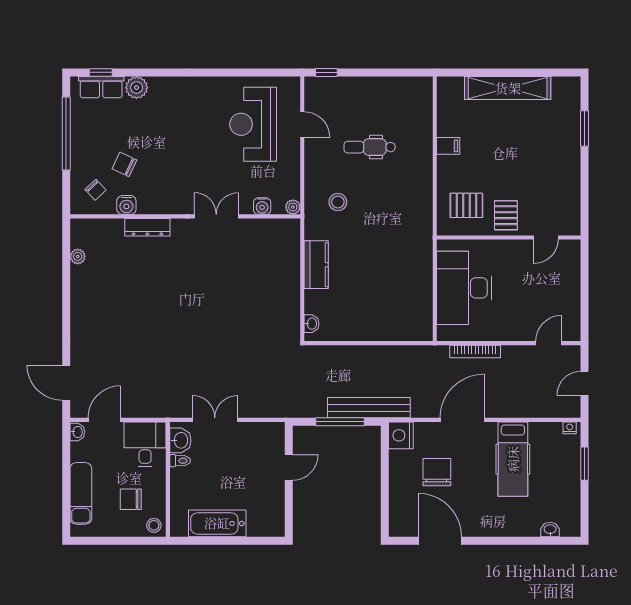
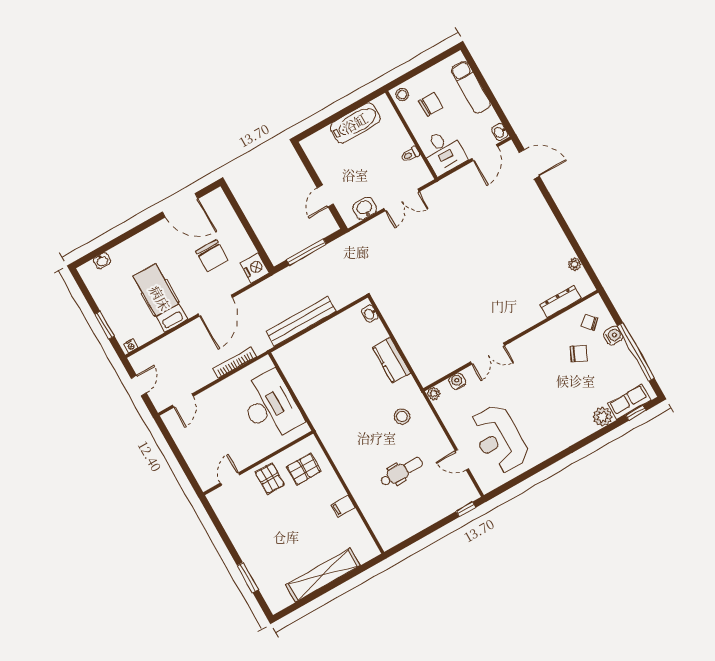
reception desk: (253, 124) -> (499, 439), turned 180
water cooler: (126, 205) -> (613, 336), moved, turned 90
dresser: (147, 227) -> (560, 302), moved
bench: (369, 408) -> (301, 321), moved
washbasin: (180, 440) -> (365, 208), moved, turned 90

